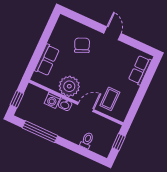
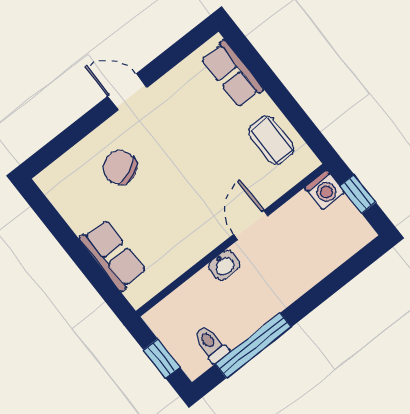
plant: (69, 86) -> (191, 237), removed
coffee table: (110, 99) -> (271, 140), moved
washing machine: (52, 100) -> (325, 190), moved
toilet: (87, 140) -> (211, 344), moved

